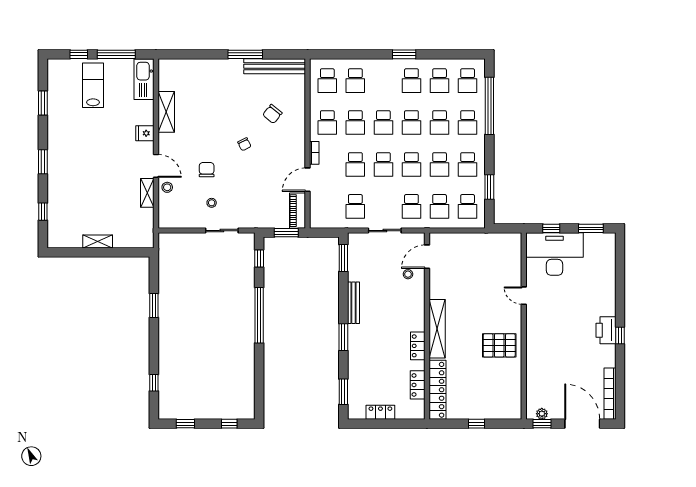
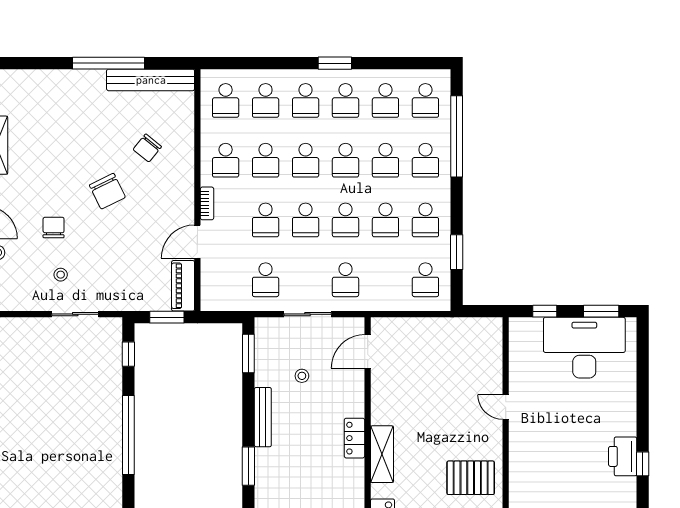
window: (245, 54) -> (109, 63), width x1.46
chair: (244, 144) -> (107, 191), width x1.87, depth x1.87
school desk: (440, 206) -> (306, 100), moved
desk: (555, 254) -> (584, 348), moved
stool: (408, 274) -> (302, 376), moved
shelving: (437, 329) -> (382, 454), width x0.68
locker: (418, 346) -> (354, 438), moved

